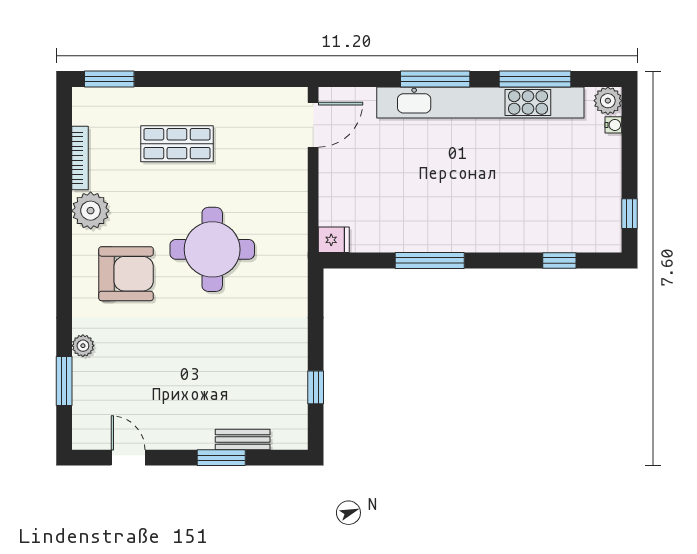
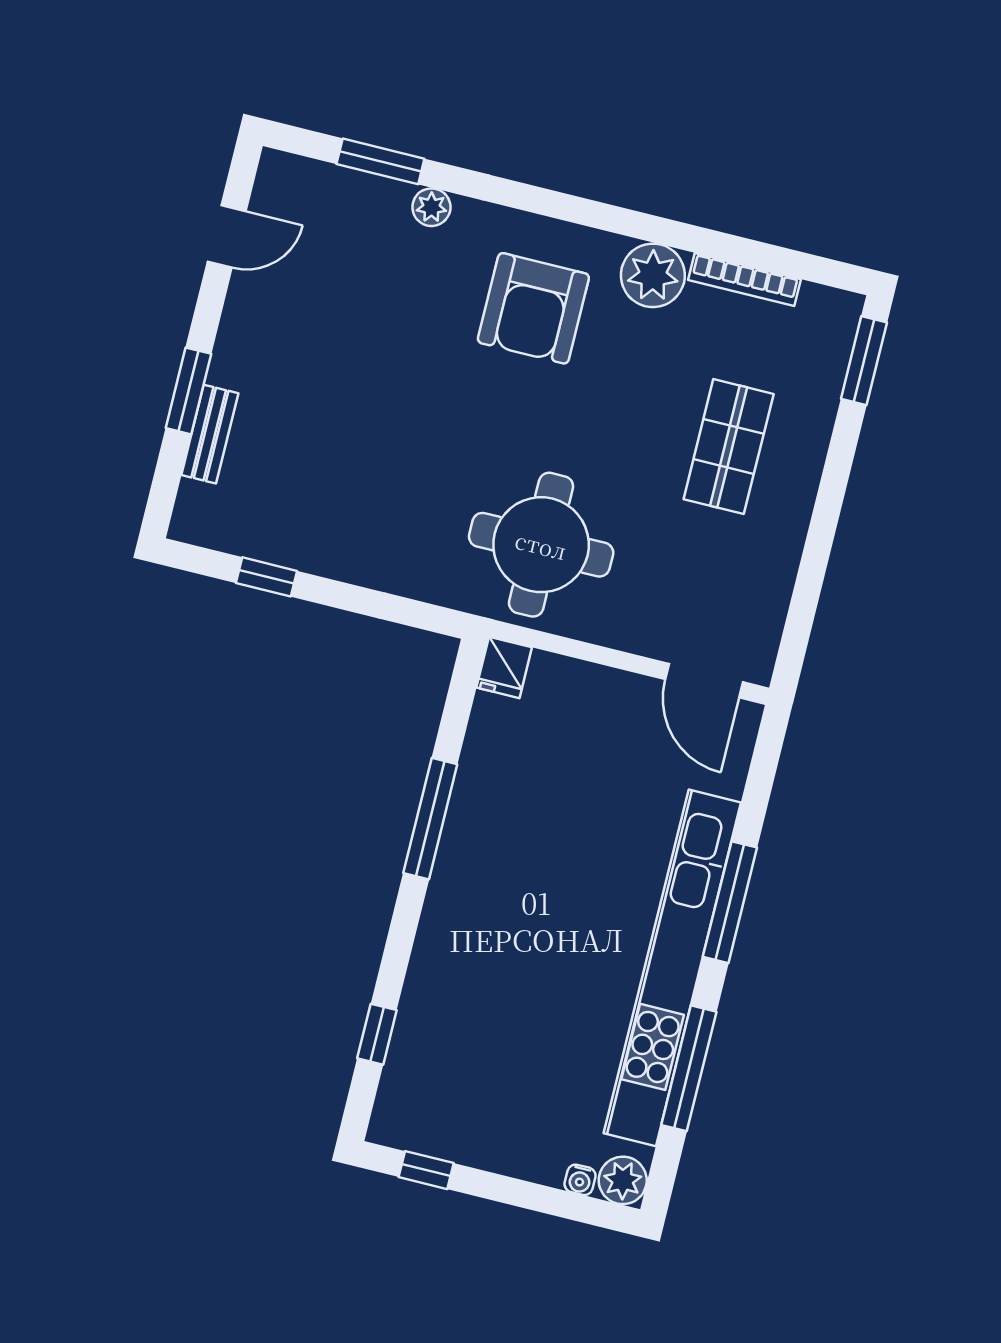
round table: (212, 249) -> (541, 545), moved

